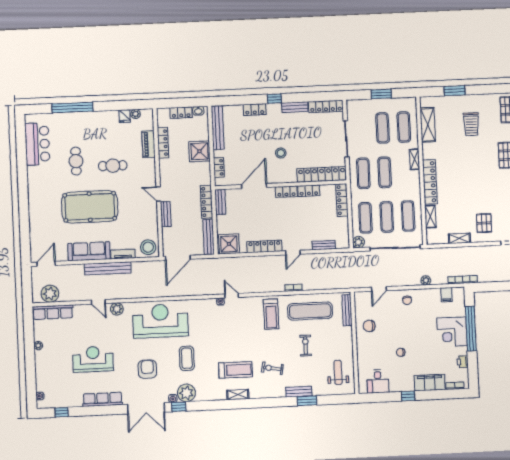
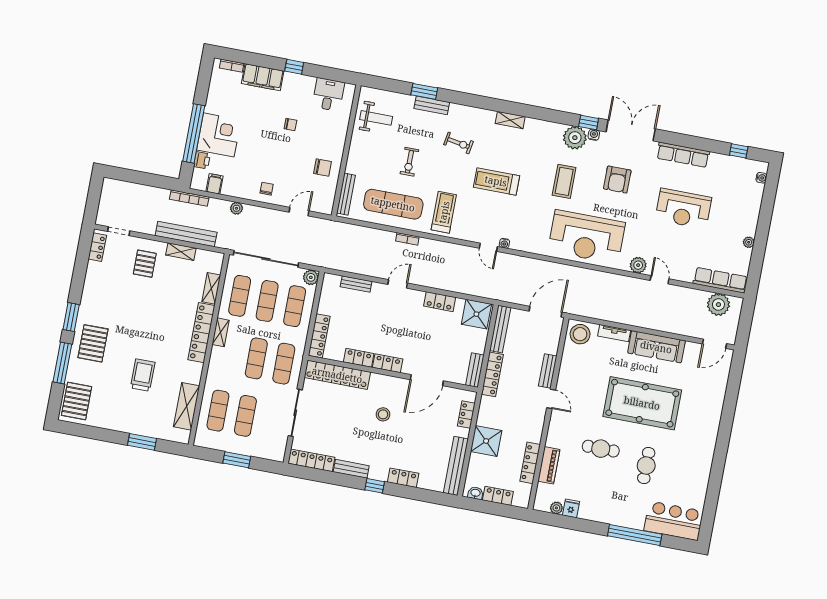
trolley: (471, 124) -> (143, 375), moved
bar counter: (37, 144) -> (674, 521), moved, turned 90
shelving: (414, 159) -> (221, 332), moved
locker: (264, 246) -> (440, 302), width x0.66
bench: (108, 268) -> (186, 234), moved
printer: (463, 362) -> (202, 160), moved
treadmill: (236, 370) -> (496, 181), moved
weight bench: (338, 372) -> (376, 118), turned -90

